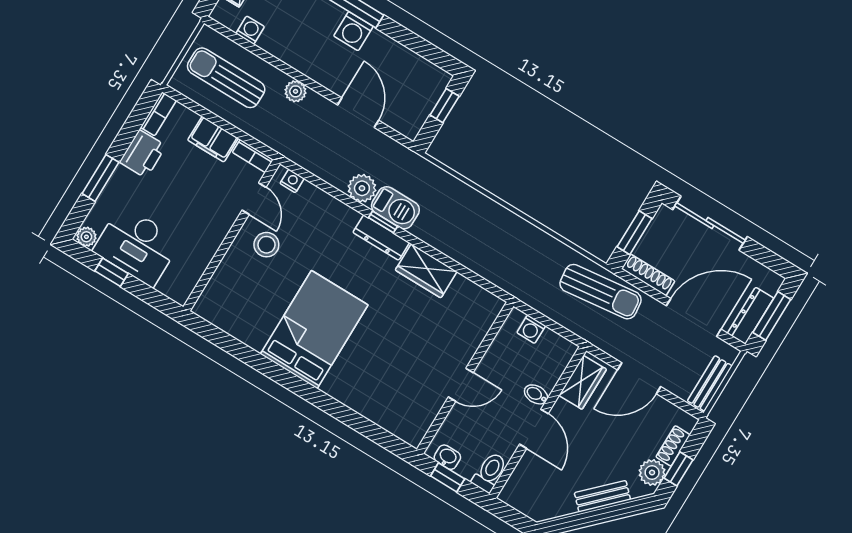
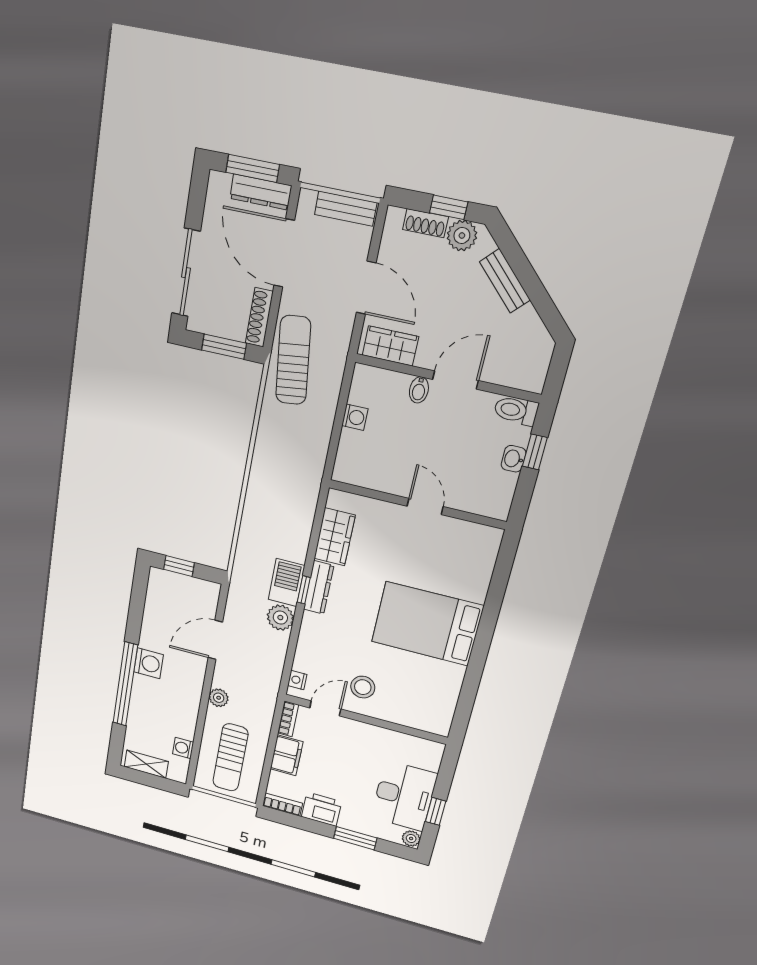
wall: (465, 378) -> (417, 504), moved
door: (461, 385) -> (425, 506), moved

